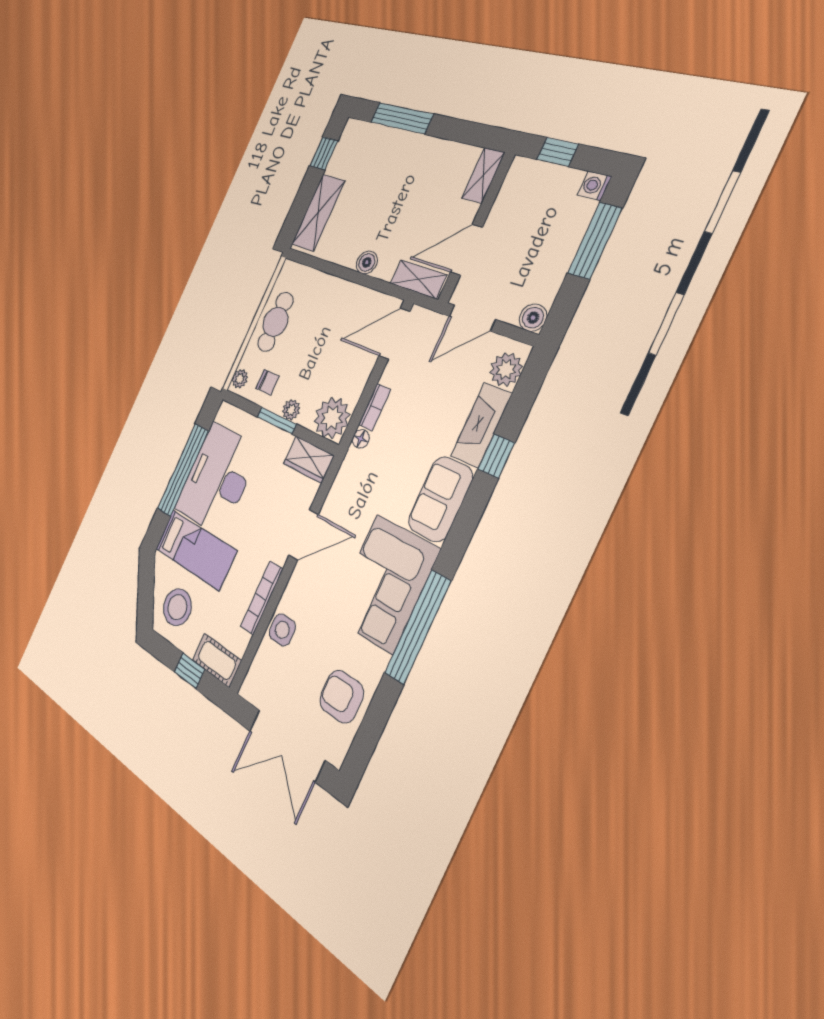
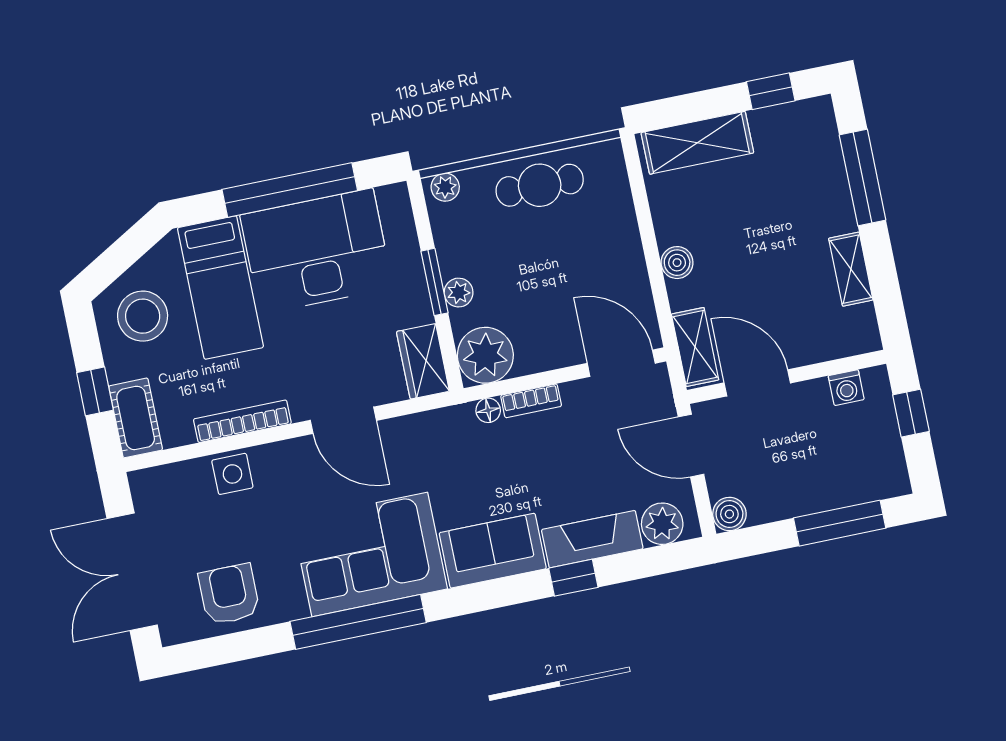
shelving: (483, 175) -> (851, 269), moved, turned 90
washing machine: (594, 186) -> (846, 388), moved, turned 180
chair: (268, 382) -> (467, 232), removed

